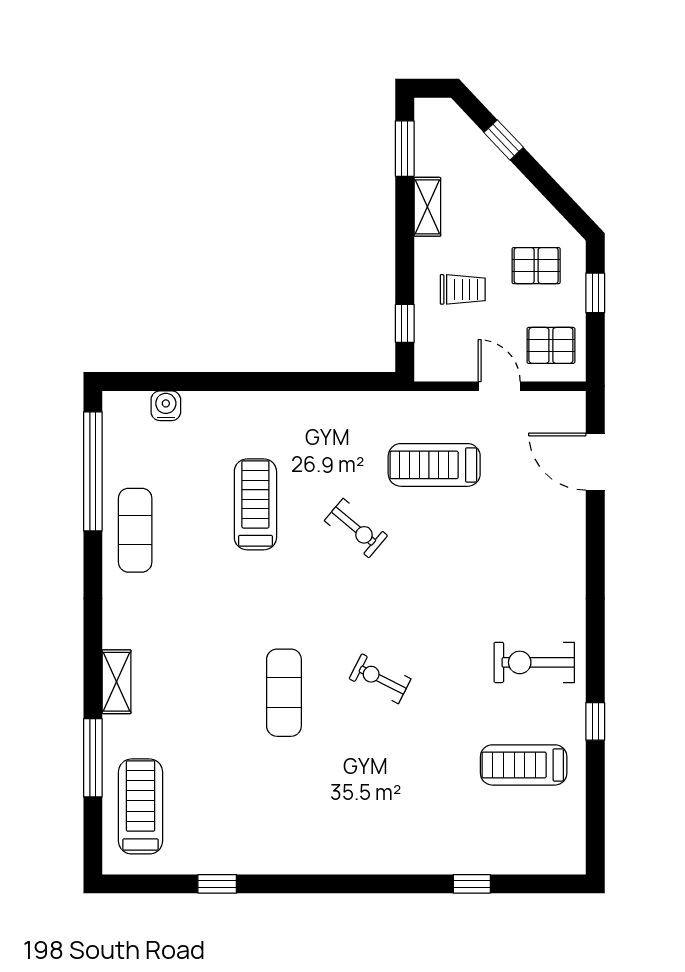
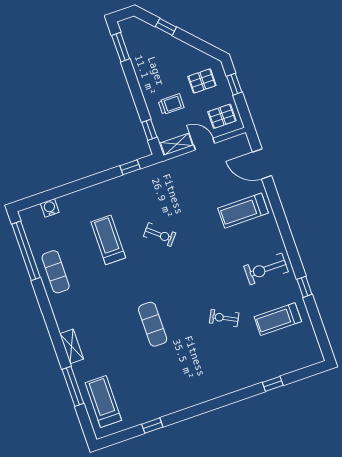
shelving: (427, 207) -> (177, 144), moved, turned 90
window: (344, 382) -> (130, 167), added
treadmill: (434, 465) -> (243, 211), moved
exercise bike: (380, 679) -> (224, 318), moved

